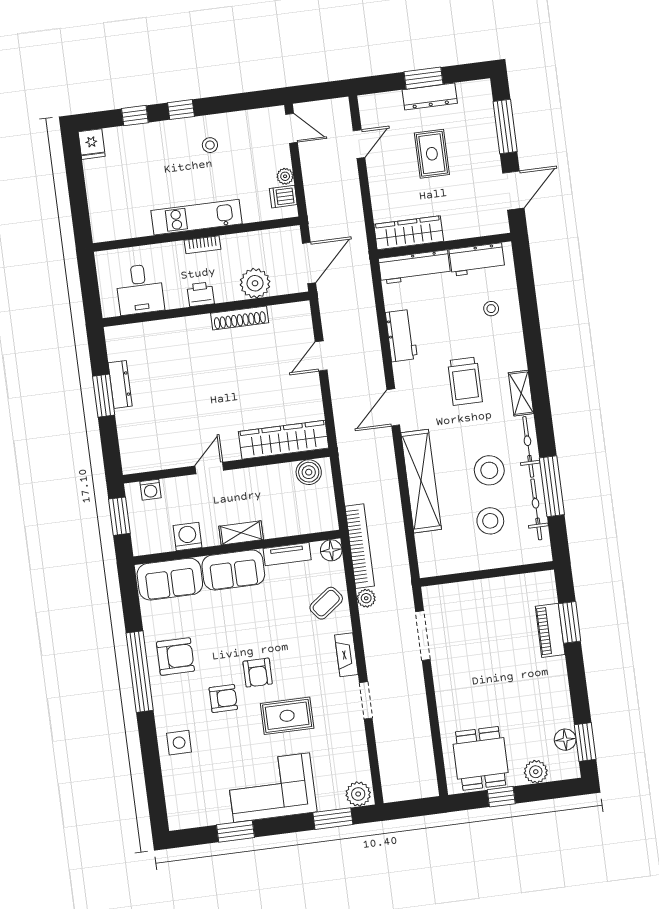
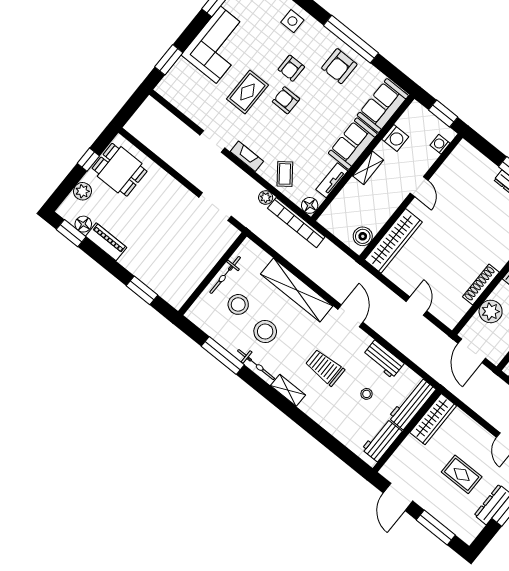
stool: (491, 309) -> (367, 394), moved
bicycle: (536, 509) -> (225, 275), moved, turned 90
piano: (550, 630) -> (106, 242), moved
plant: (358, 794) -> (168, 86), removed

